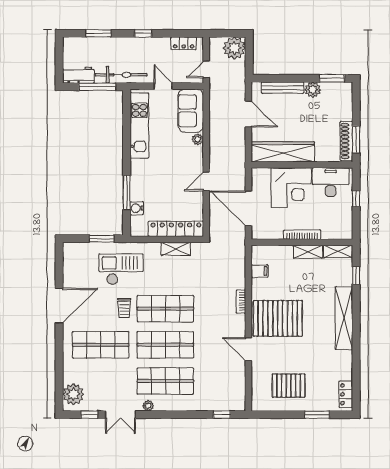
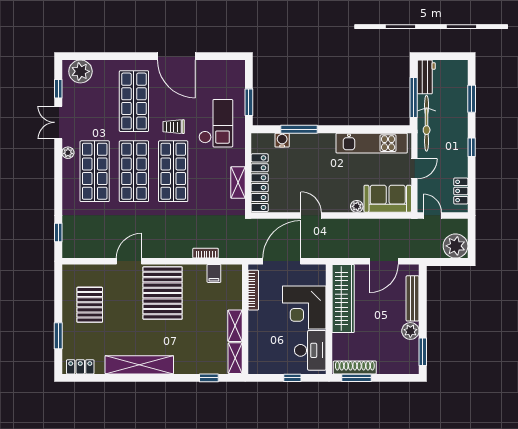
bookcase: (302, 235) -> (253, 290), moved
bookcase: (241, 302) -> (206, 253), moved
shelving: (344, 318) -> (139, 365), moved

